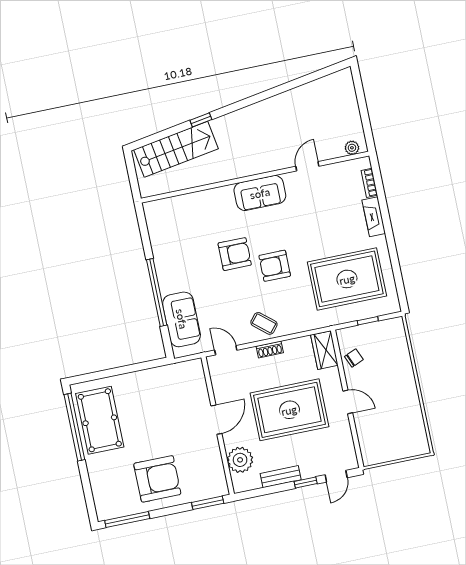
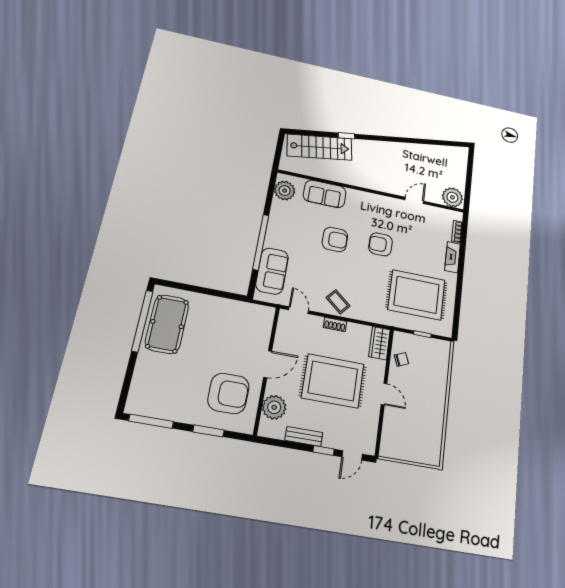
plant: (352, 148) -> (452, 197), width x1.88, depth x1.88
sofa: (260, 193) -> (325, 194), moved
plant: (158, 221) -> (285, 191), added
armchair: (275, 266) -> (380, 244), moved
armchair: (157, 479) -> (228, 393), moved
window: (208, 503) -> (208, 431), moved

